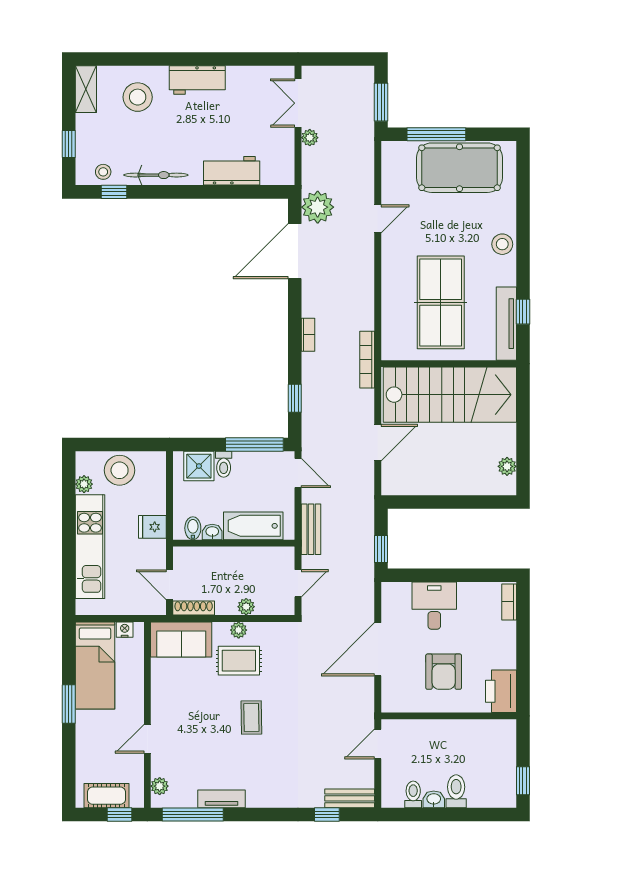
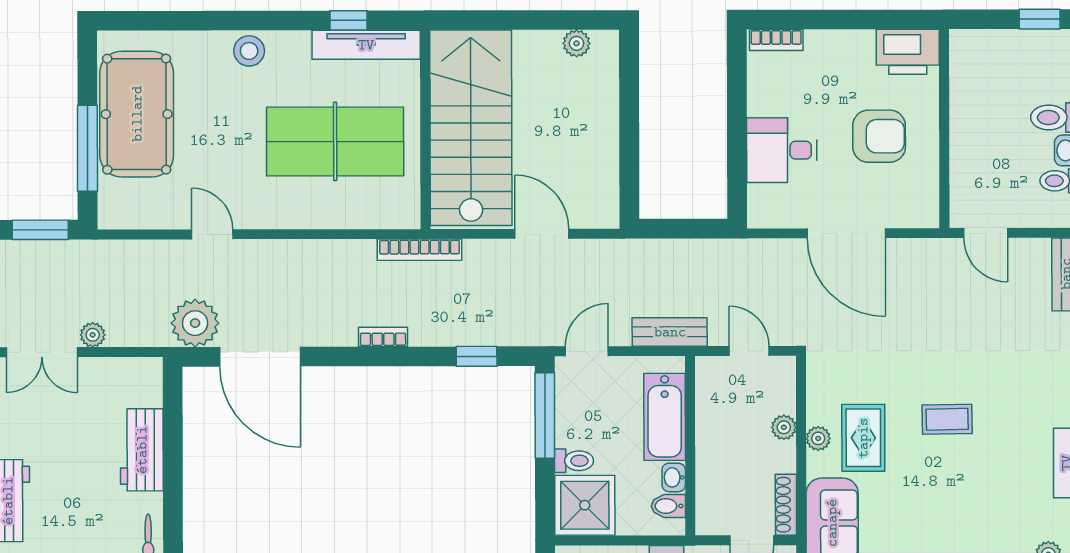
shower: (199, 466) -> (585, 505), width x1.36, depth x1.36
window: (381, 549) -> (698, 229), removed

